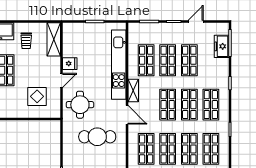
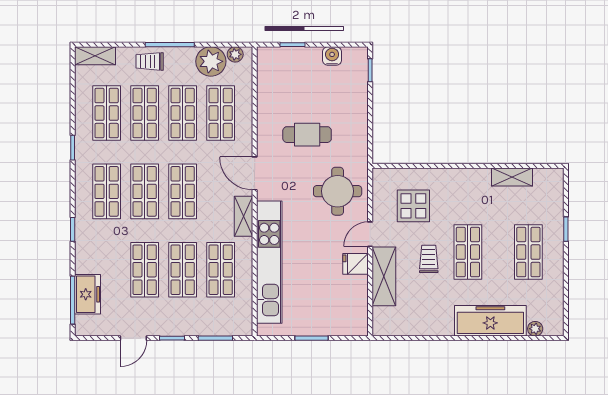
shelving: (54, 39) -> (384, 276), moved
trolley: (26, 41) -> (429, 259), moved
cafe table: (97, 137) -> (307, 135), width x0.73, depth x0.74

